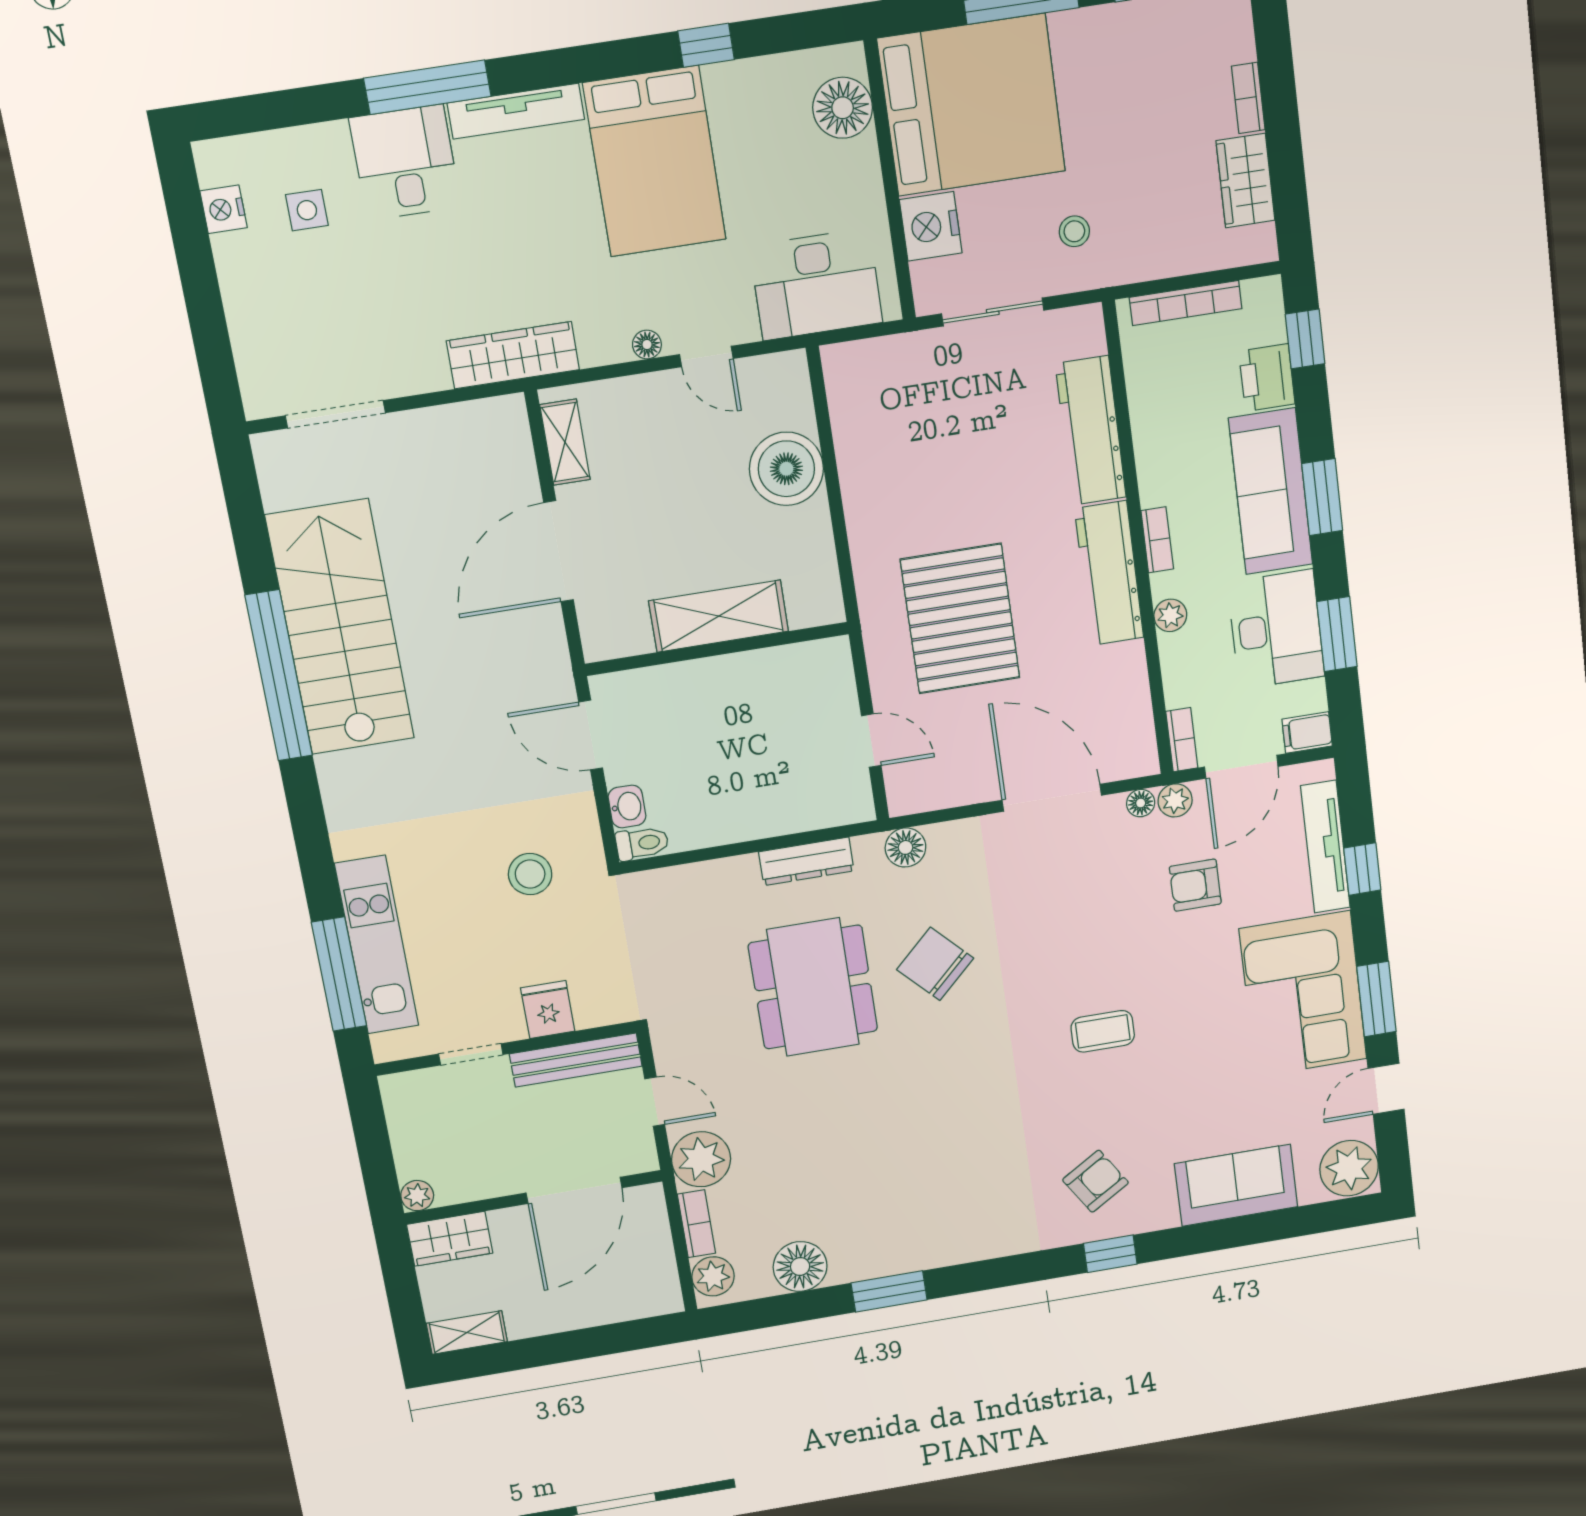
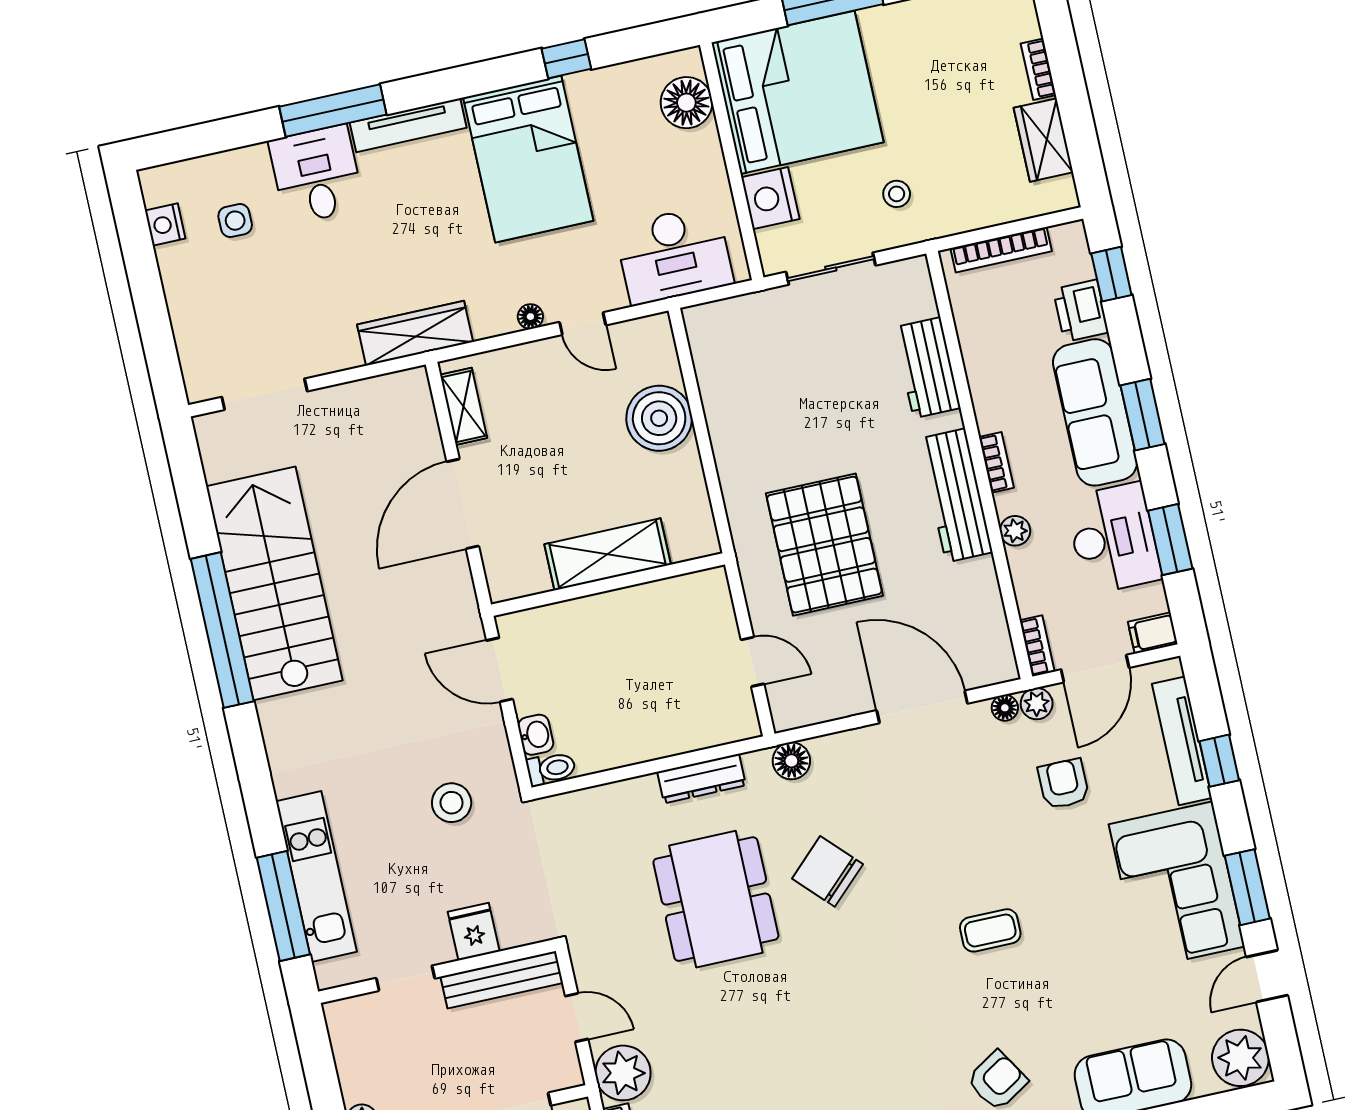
workbench: (1091, 431) -> (927, 368), width x0.73
armchair: (1195, 885) -> (1064, 784), turned 90

